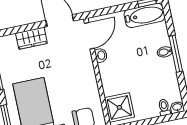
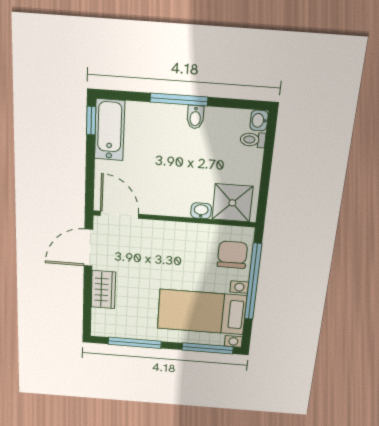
bidet: (165, 52) -> (195, 117), moved
washbasin: (101, 55) -> (201, 211), moved

